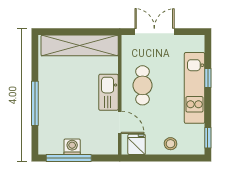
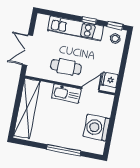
window: (208, 78) -> (89, 21), moved
stool: (170, 144) -> (115, 39), moved
washing machine: (72, 147) -> (97, 128), width x1.89, depth x1.89
window: (69, 158) -> (110, 133), removed

